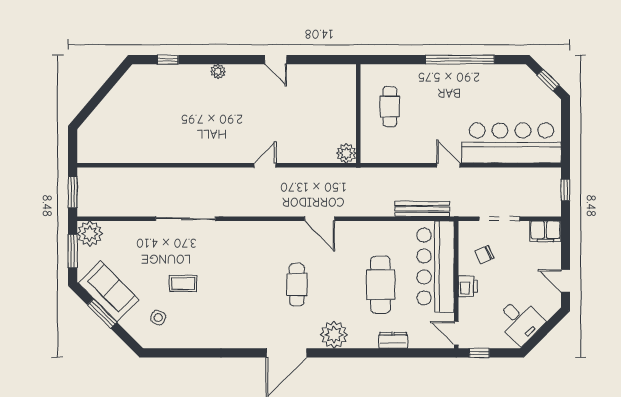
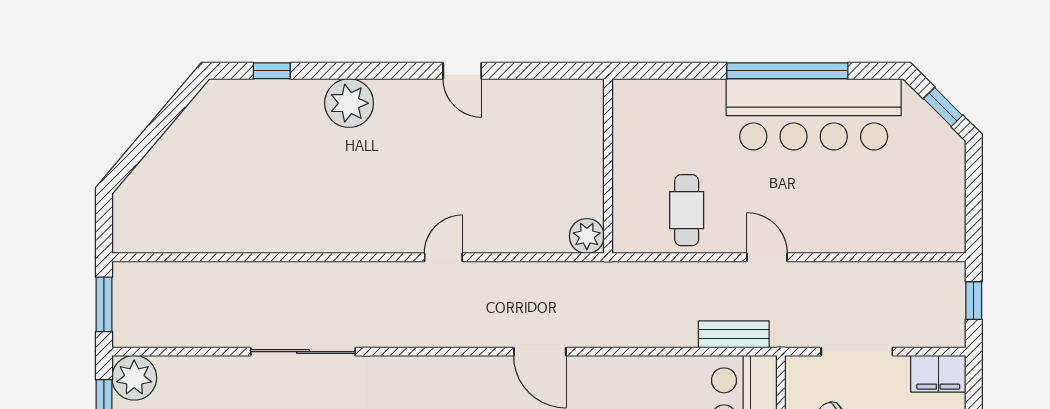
plant: (218, 71) -> (349, 103), width x1.88, depth x1.88
cafe table: (390, 107) -> (687, 210), moved
bar counter: (511, 143) -> (814, 114), moved, turned 180
bench: (422, 209) -> (734, 334), width x0.73

